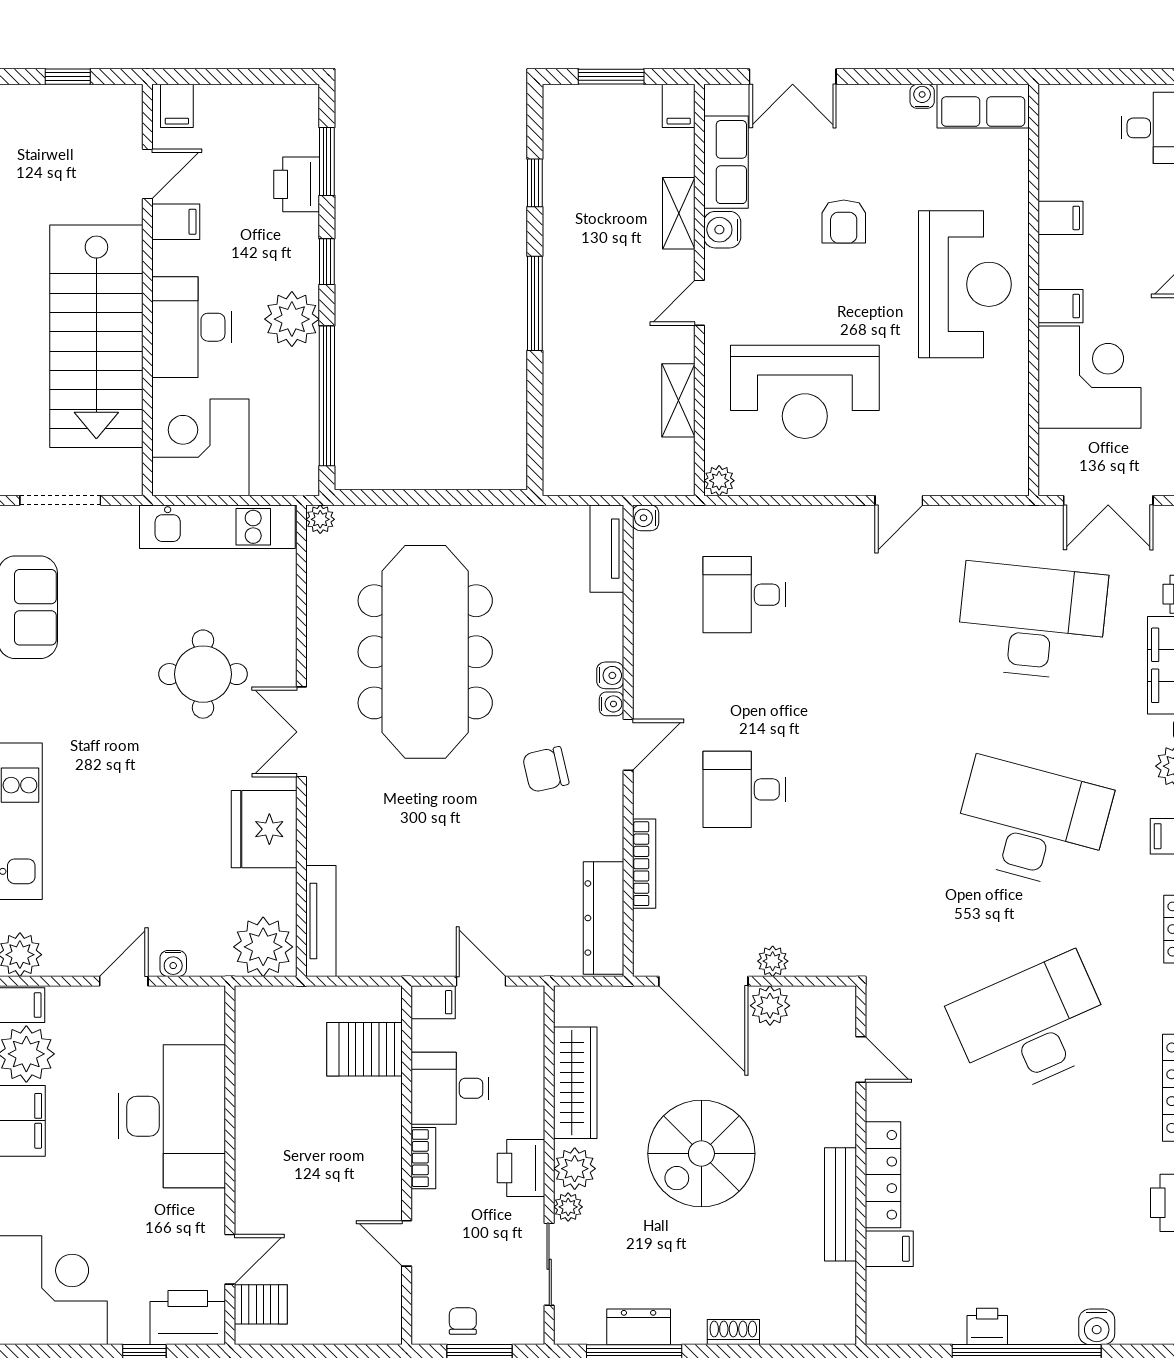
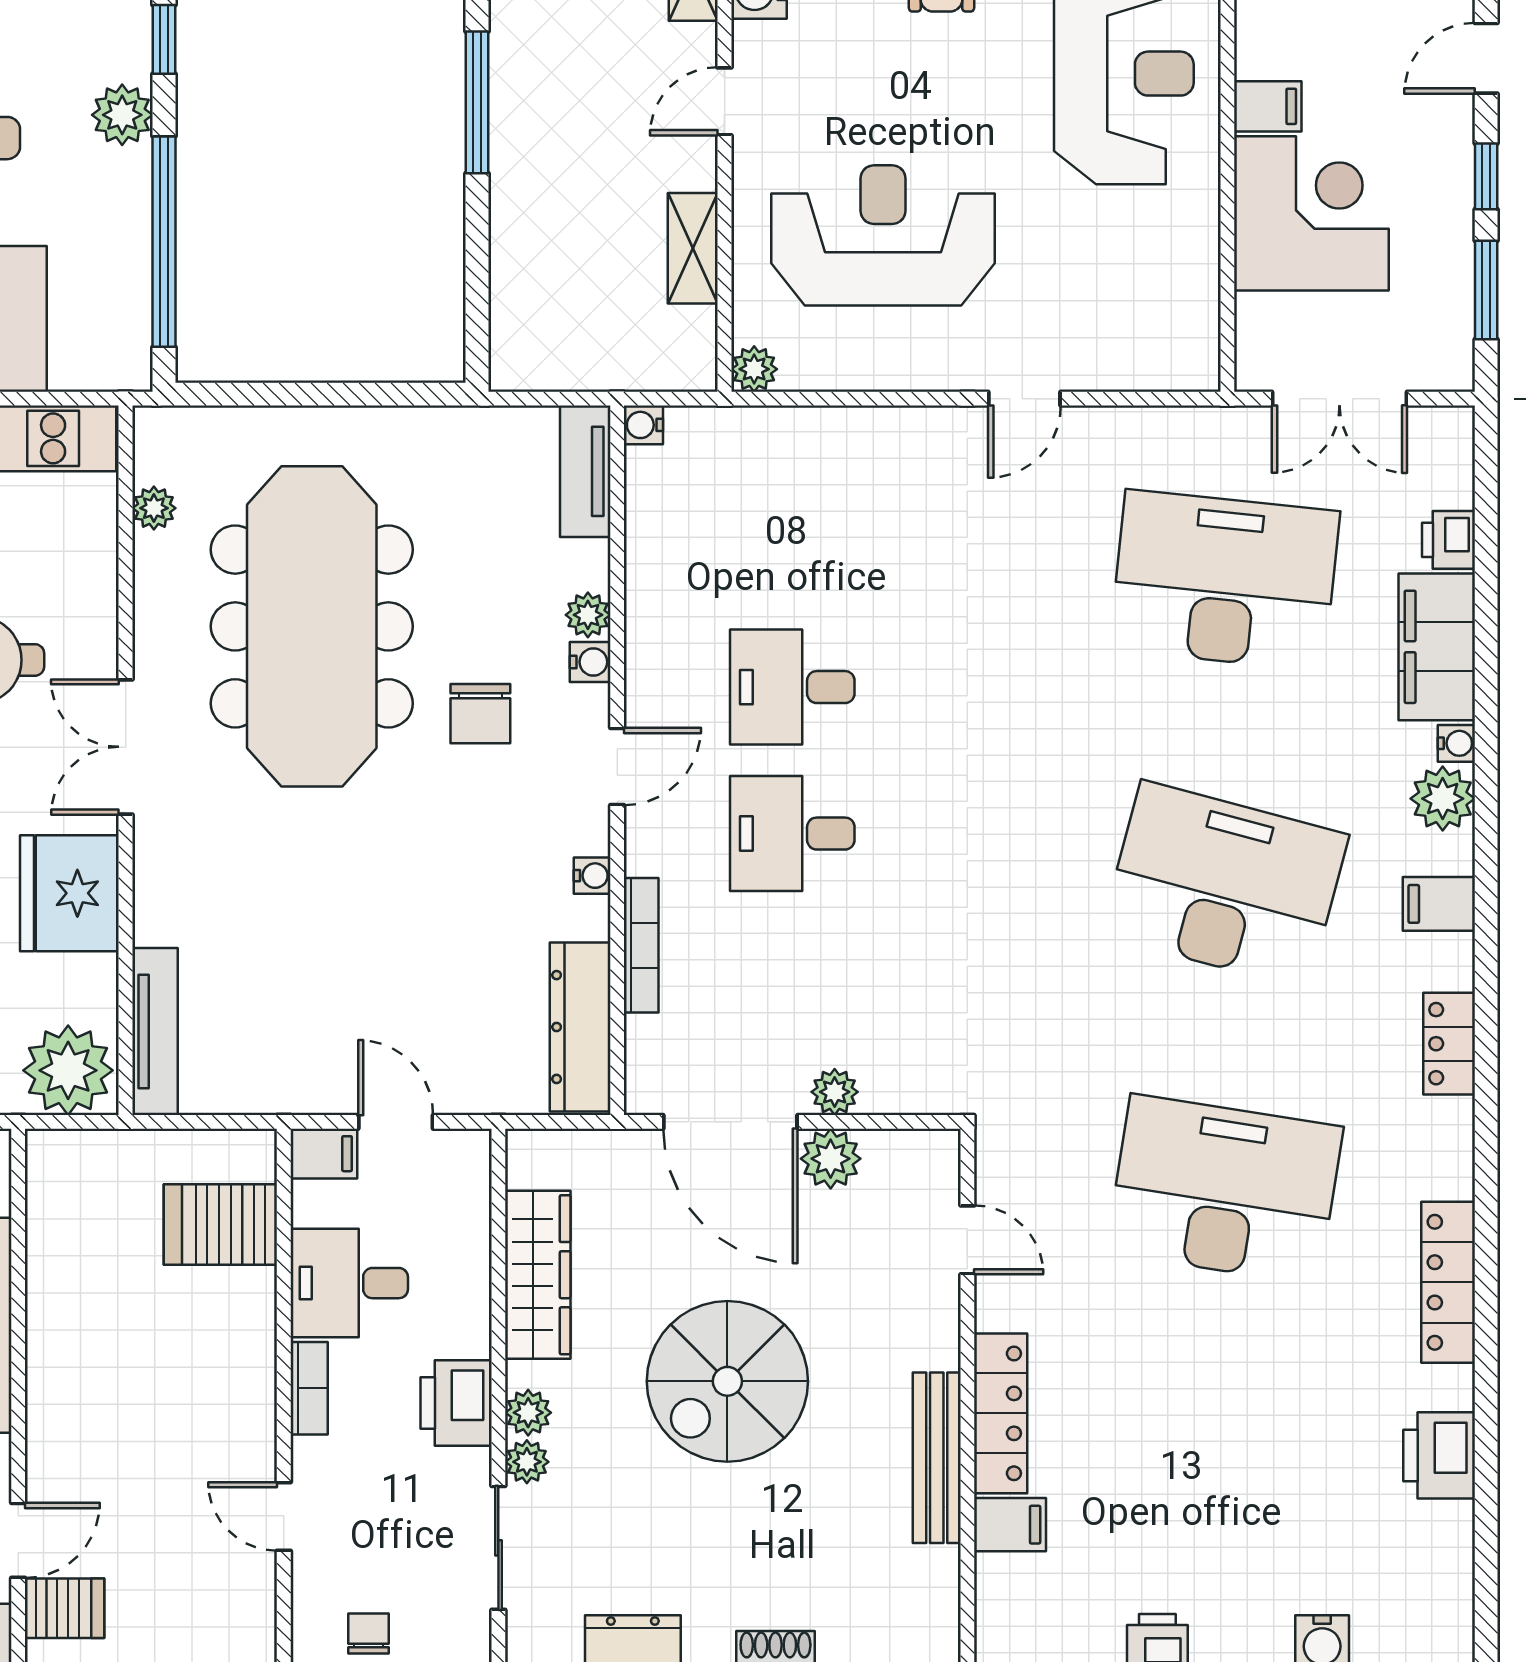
plant: (292, 319) -> (122, 115), width x0.73, depth x0.73
reception desk: (805, 392) -> (883, 235), turned 180
plant: (320, 519) -> (154, 508), moved
desk: (745, 595) -> (792, 687), moved
plant: (609, 644) -> (588, 615), added
water cooler: (612, 704) -> (592, 876), moved
chair: (546, 770) -> (480, 714), moved, turned -77
desk: (1032, 1026) -> (1225, 1189), turned 33
plant: (575, 1169) -> (528, 1413), width x0.73, depth x0.73

